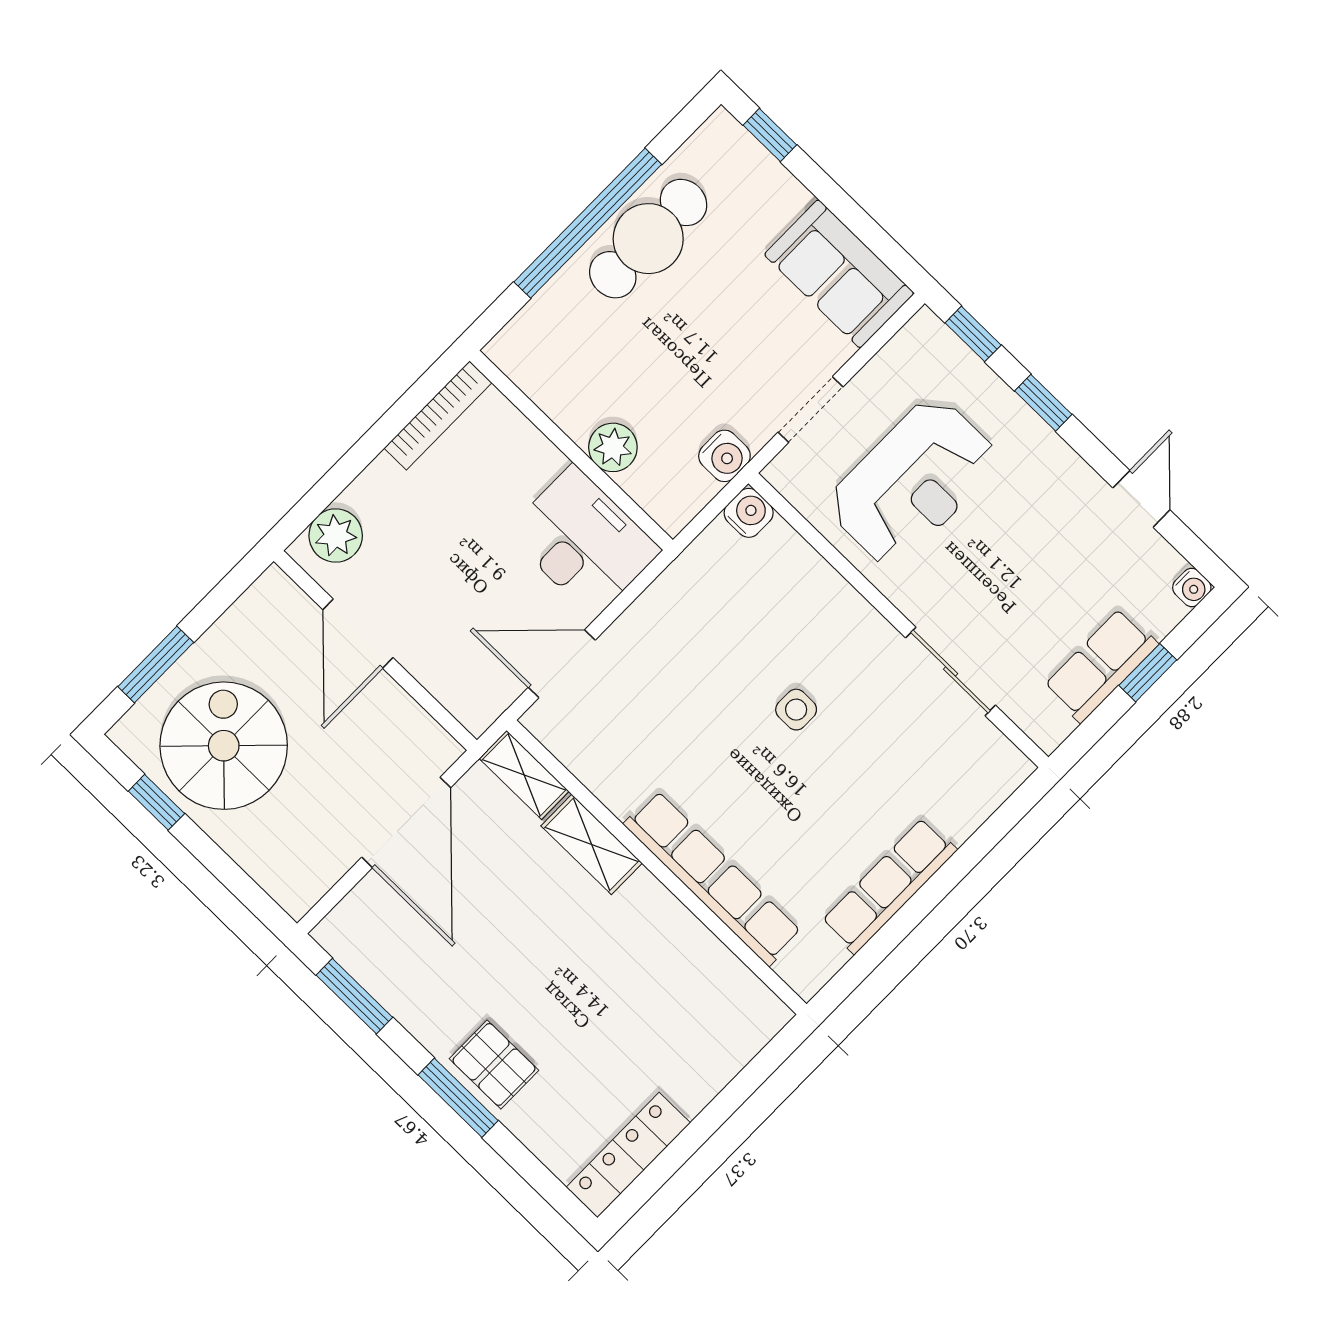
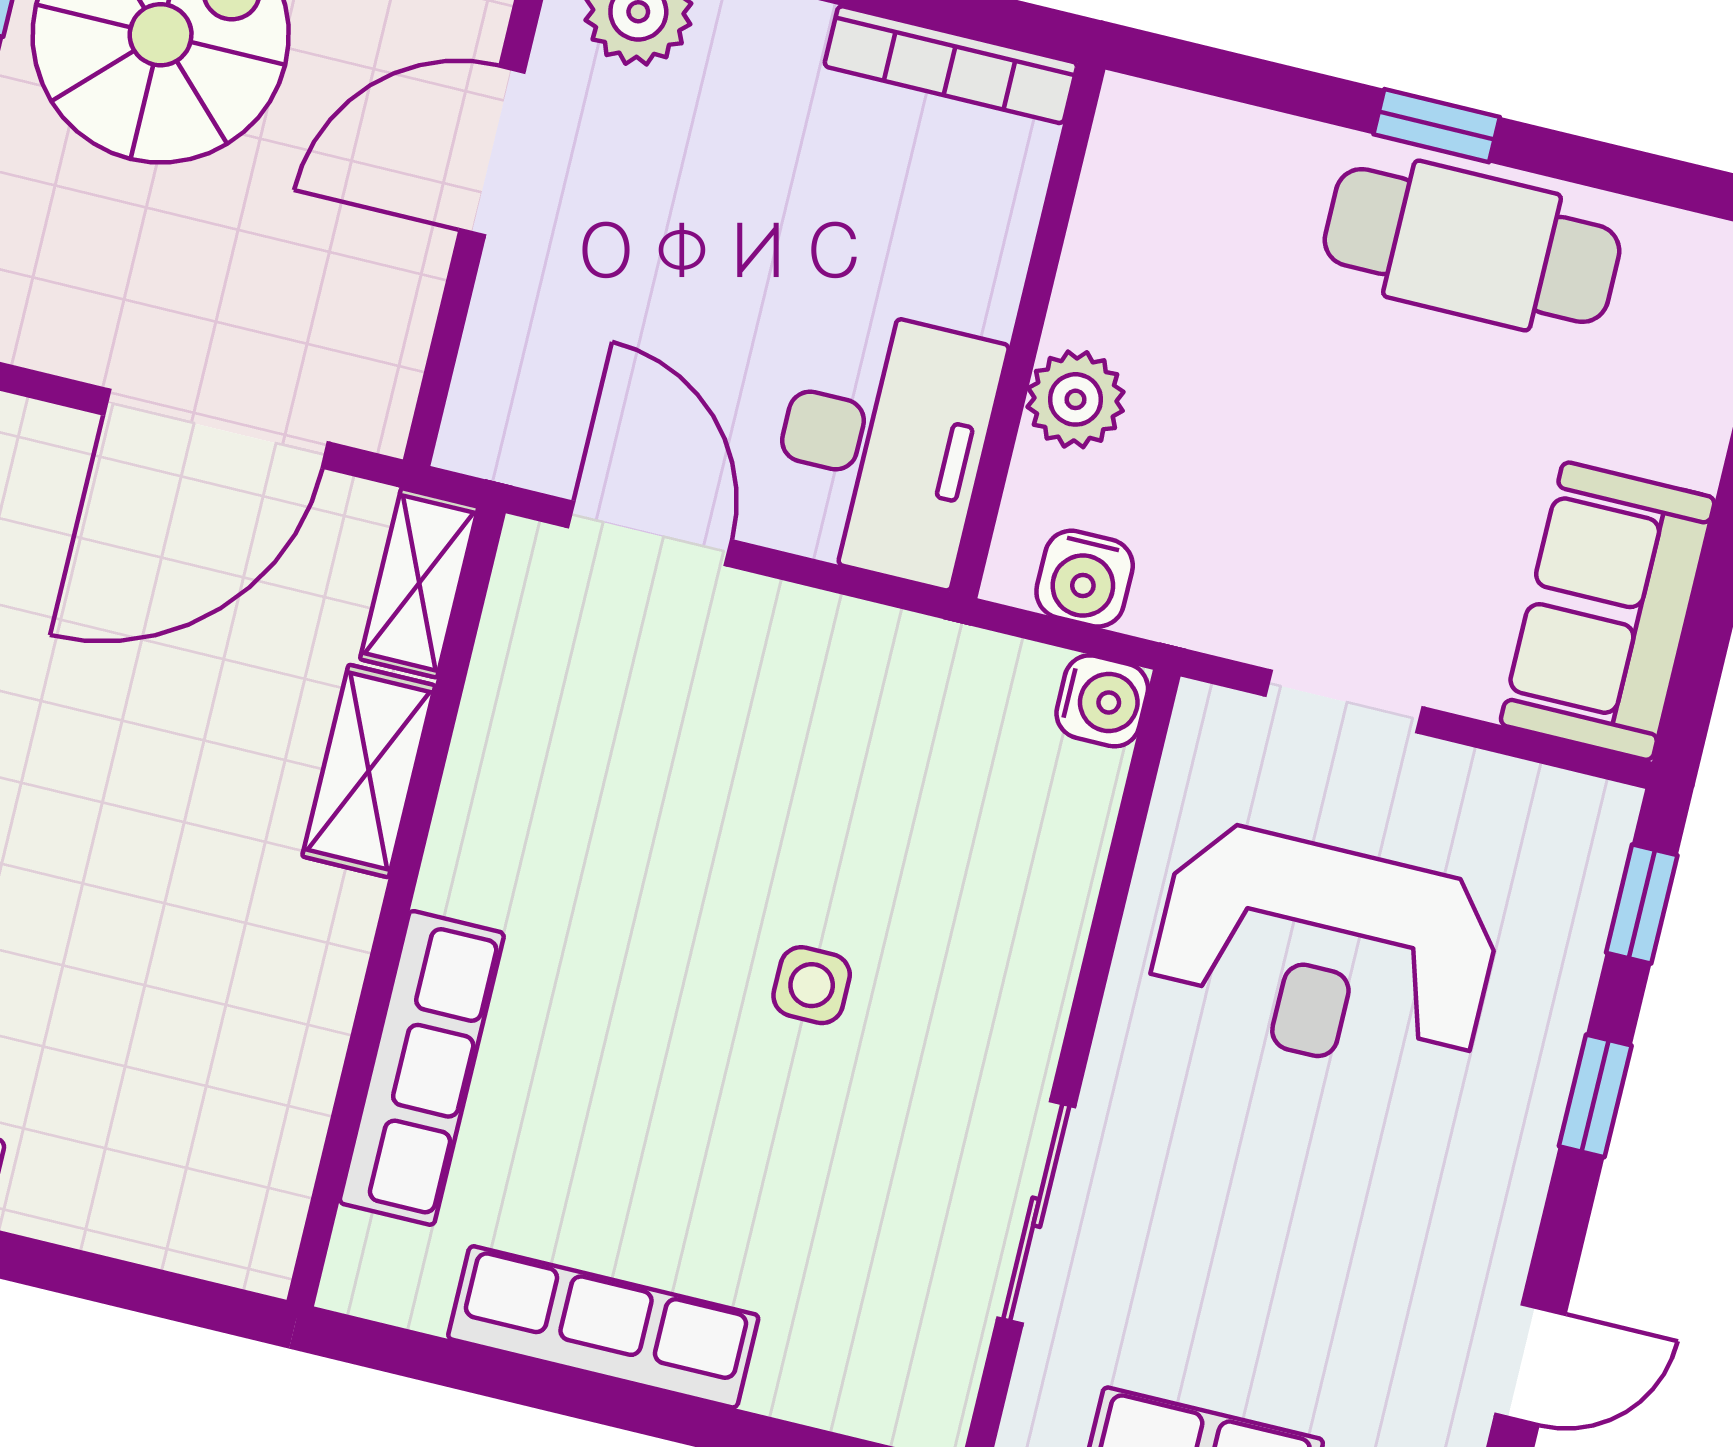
window: (588, 223) -> (1437, 126), width x0.32
water cooler: (724, 456) -> (1085, 579), moved
row of seats: (713, 878) -> (422, 1068), width x0.73

